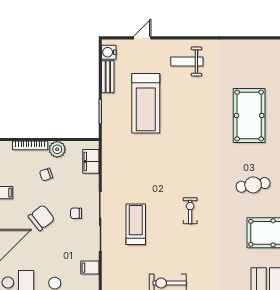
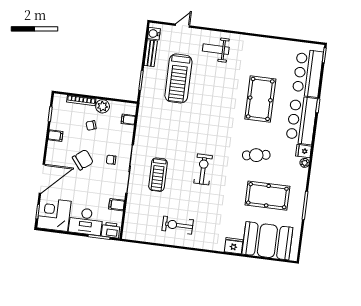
filing cabinet: (91, 161) -> (128, 120), width x0.50
exercise bike: (190, 211) -> (203, 169), width x1.38, depth x1.39
treadmill: (136, 224) -> (158, 175), turned 180

